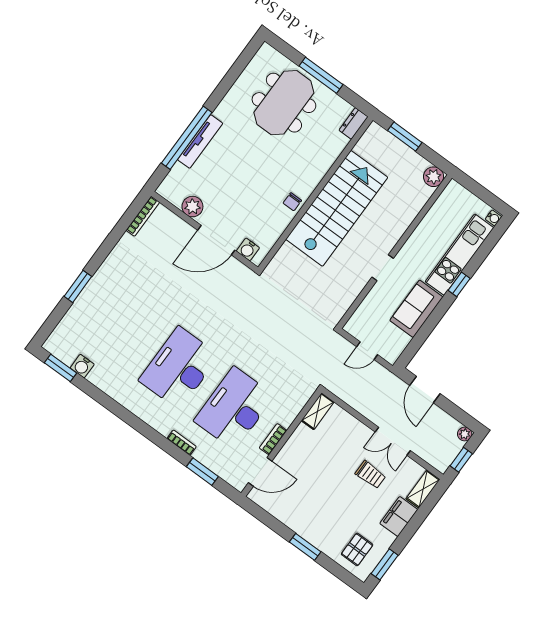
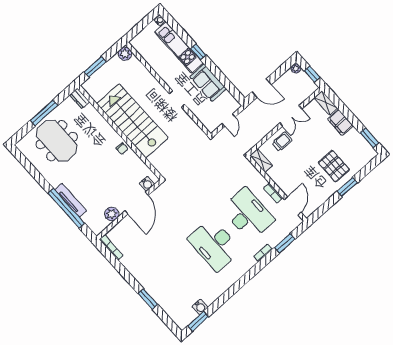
desk: (234, 408) -> (248, 214), turned 180
trolley: (370, 475) -> (282, 142), moved
pallet: (357, 549) -> (334, 166), moved, width x1.50, depth x1.42

